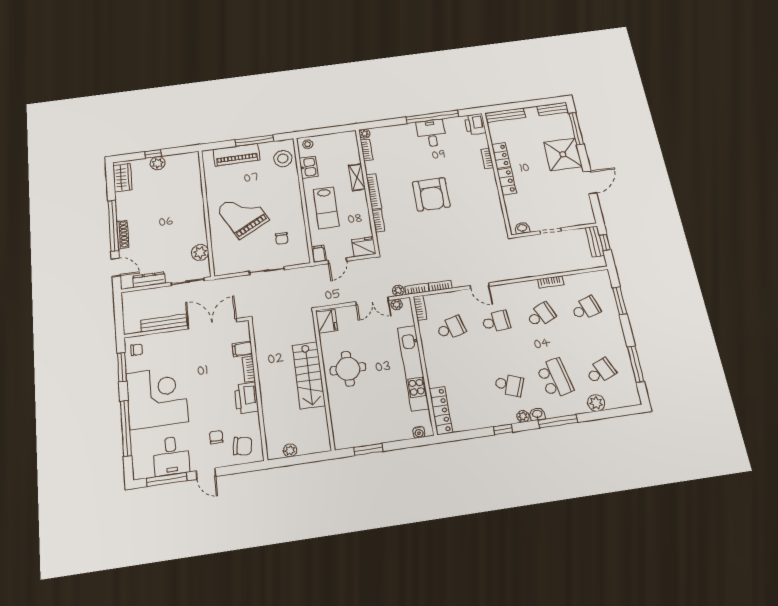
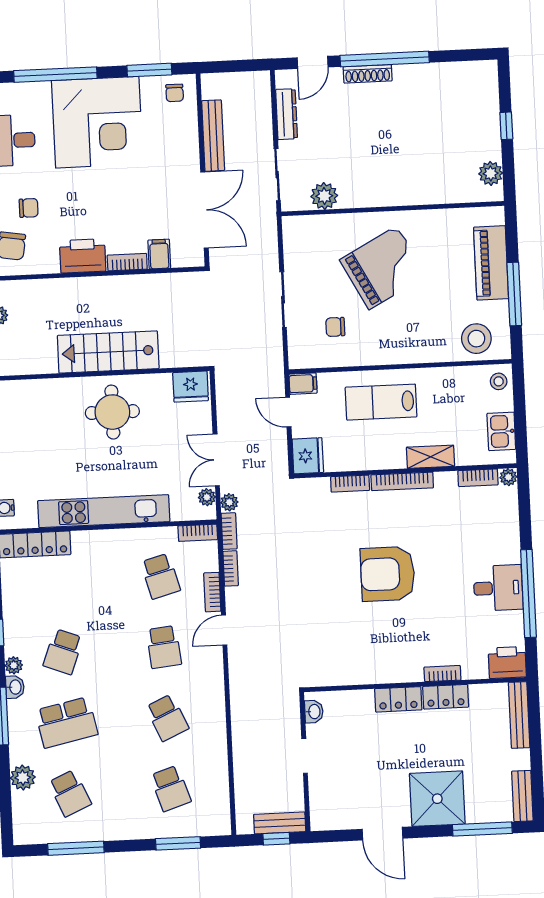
plant: (158, 163) -> (491, 173), moved
kitchen sink: (309, 167) -> (501, 431), moved, turned 90
wardrobe: (122, 178) -> (468, 75), removed
bookcase: (551, 282) -> (212, 592), moved

